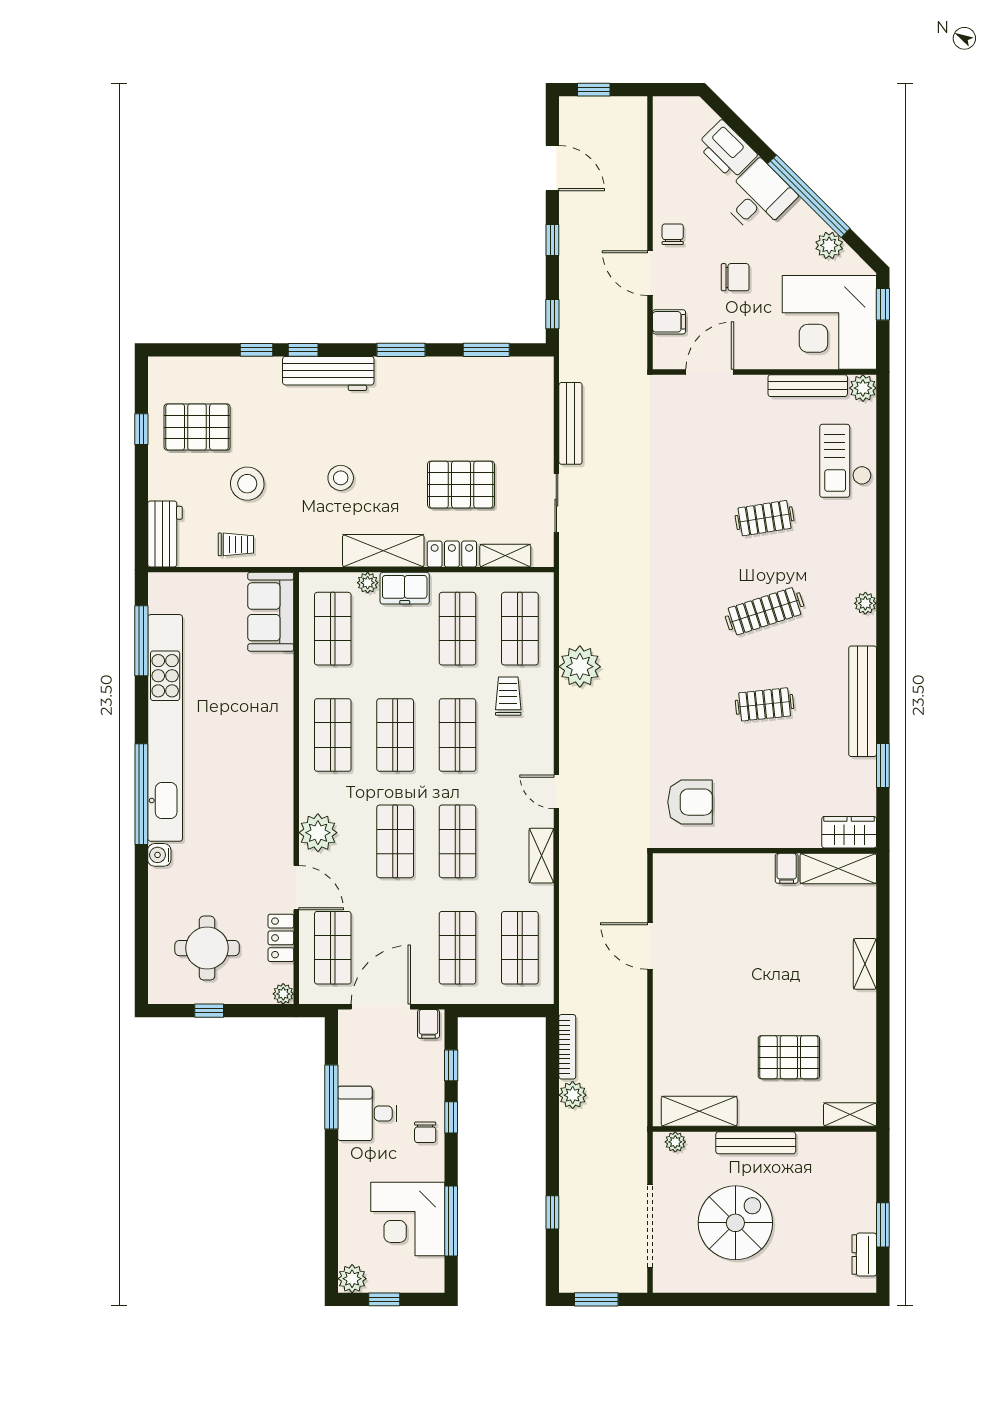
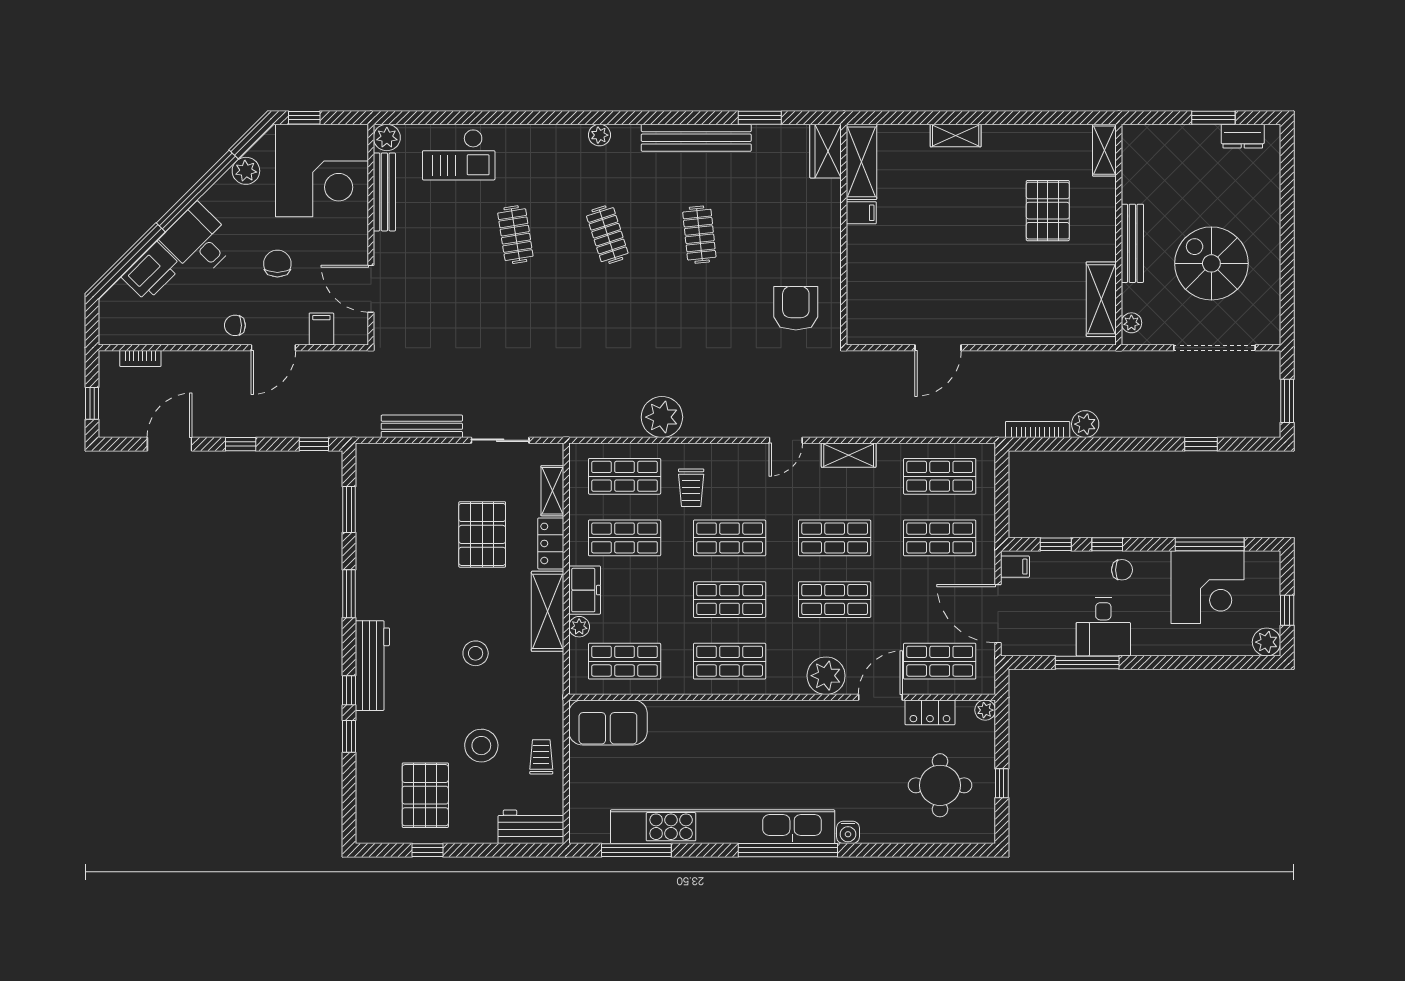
bookcase: (639, 139) -> (140, 358), added
clothes rail: (765, 611) -> (607, 235), width x0.73
trolley: (508, 696) -> (691, 488), turned -90

